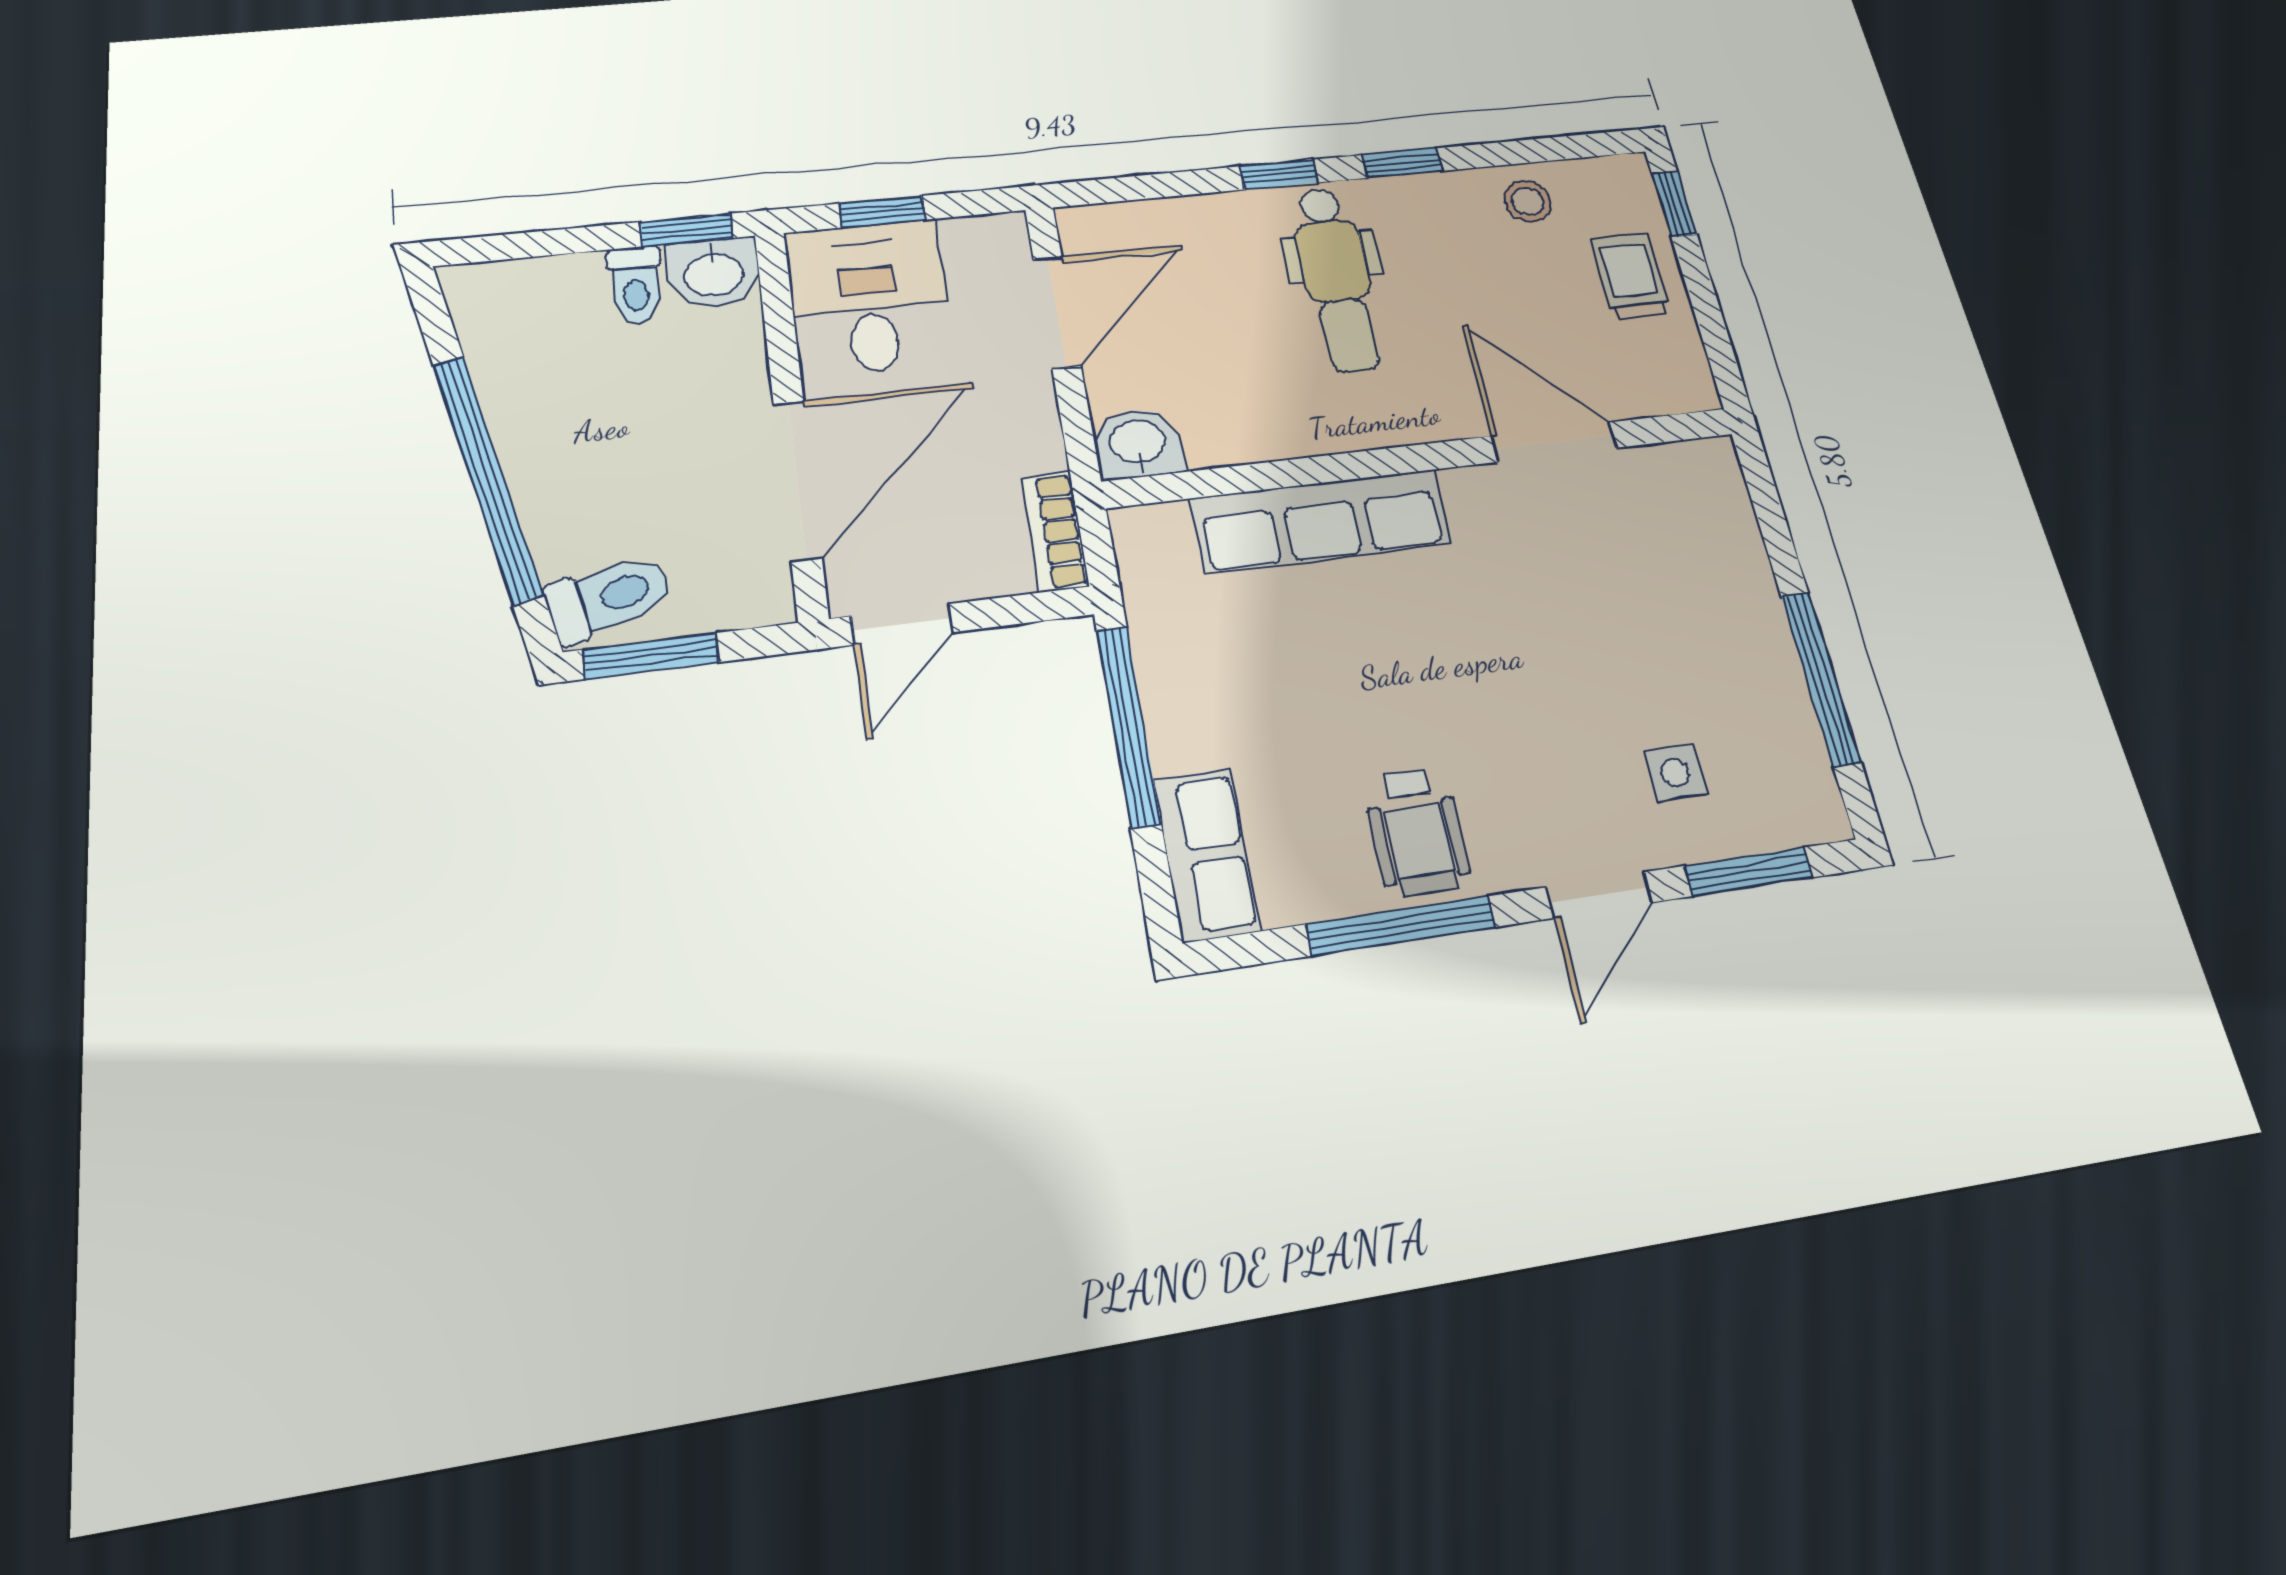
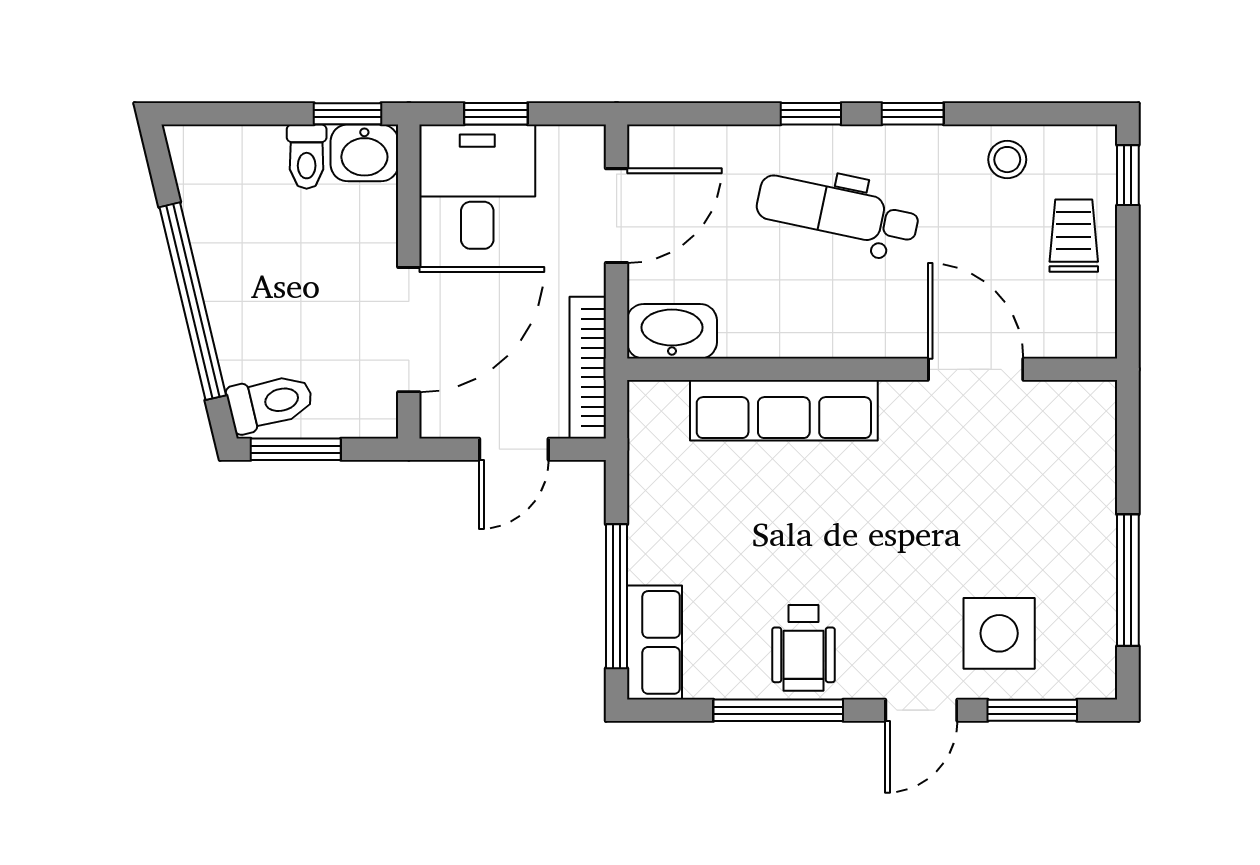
dental chair: (1337, 279) -> (838, 211), turned 102
washbasin: (1138, 443) -> (672, 331), width x1.38
bookcase: (1055, 531) -> (588, 368), width x1.56
door: (902, 624) -> (514, 449), moved
window: (1129, 726) -> (617, 596), moved
side table: (1675, 773) -> (999, 633), width x1.87, depth x1.87

